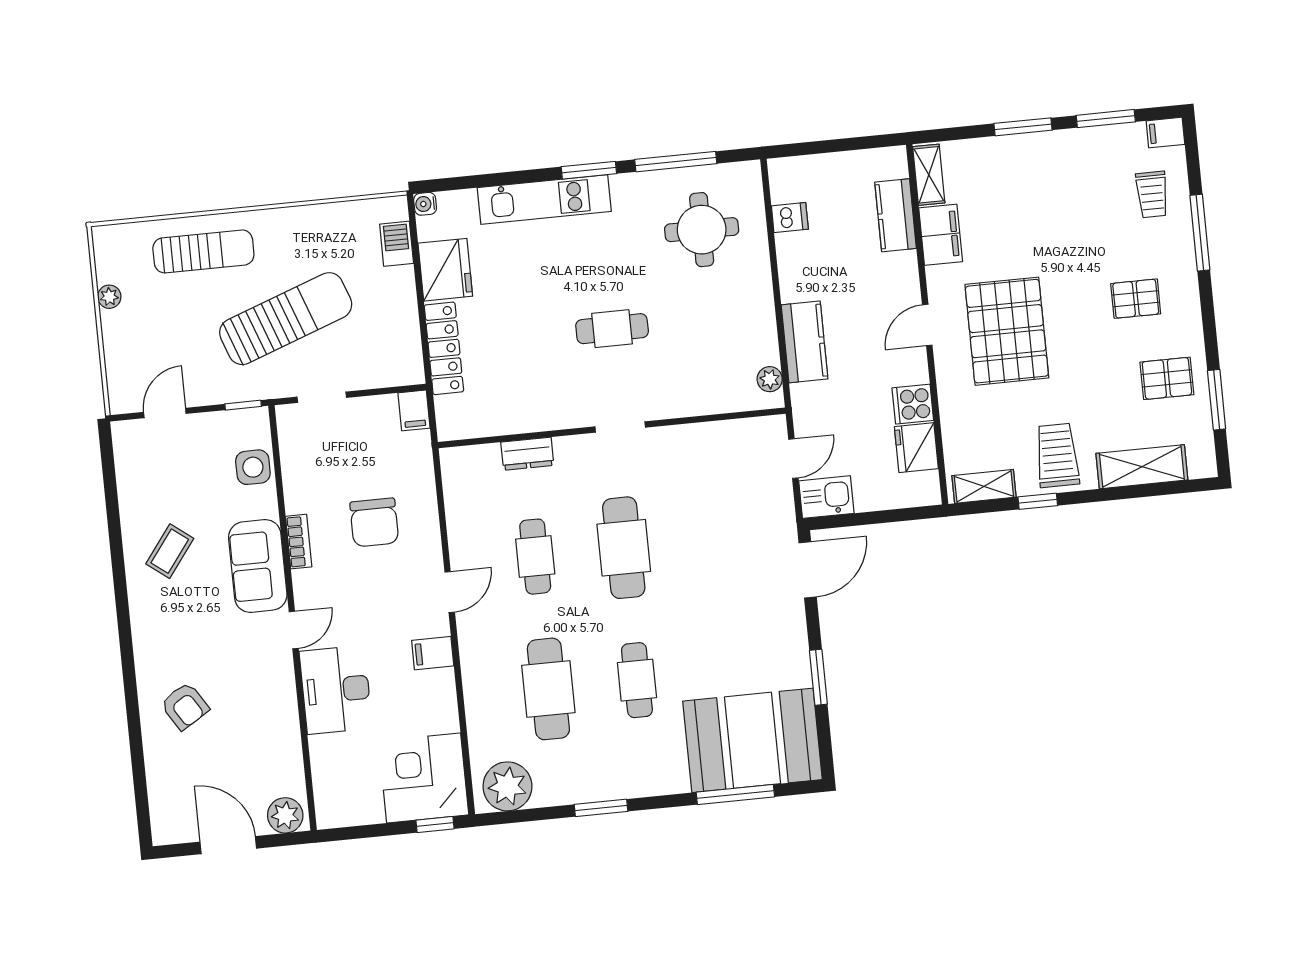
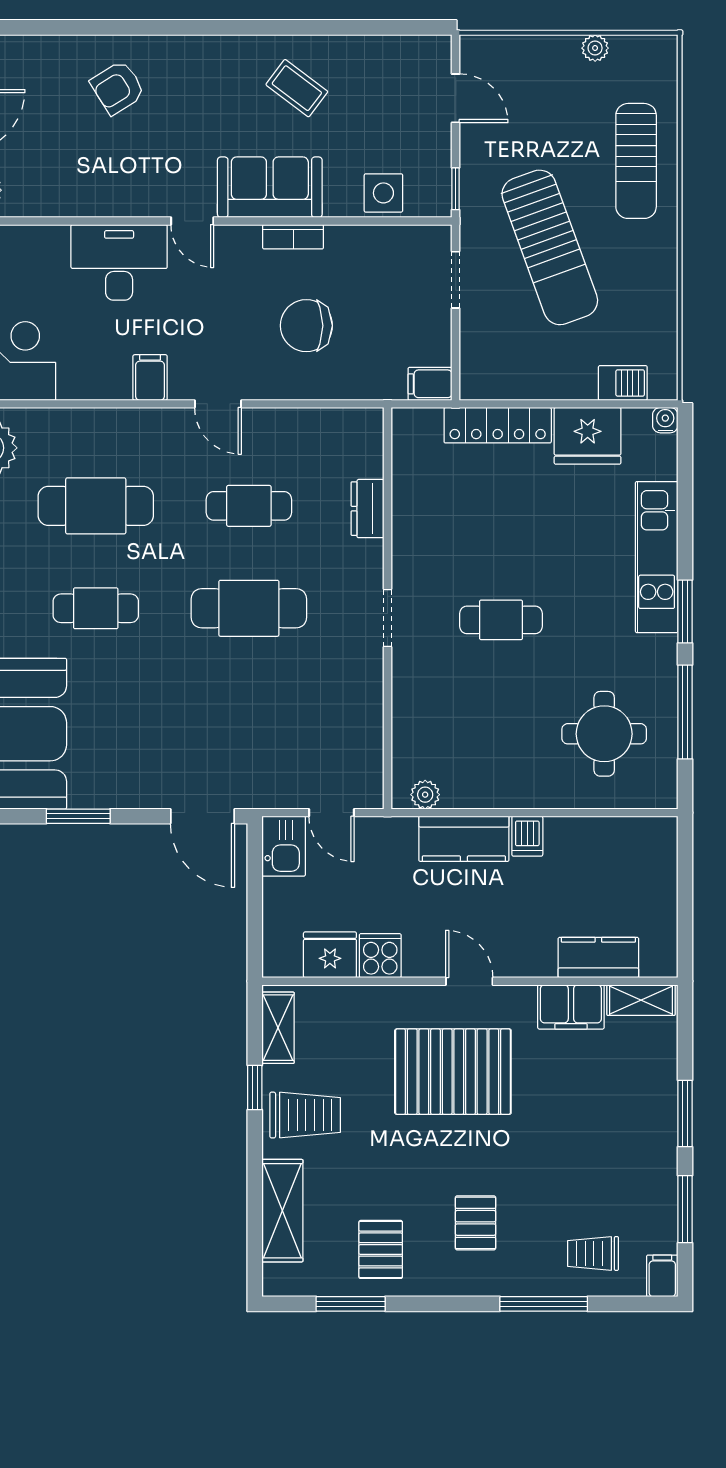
dishwasher: (790, 218) -> (527, 836), moved
cafe table: (612, 329) -> (501, 620), turned 90

